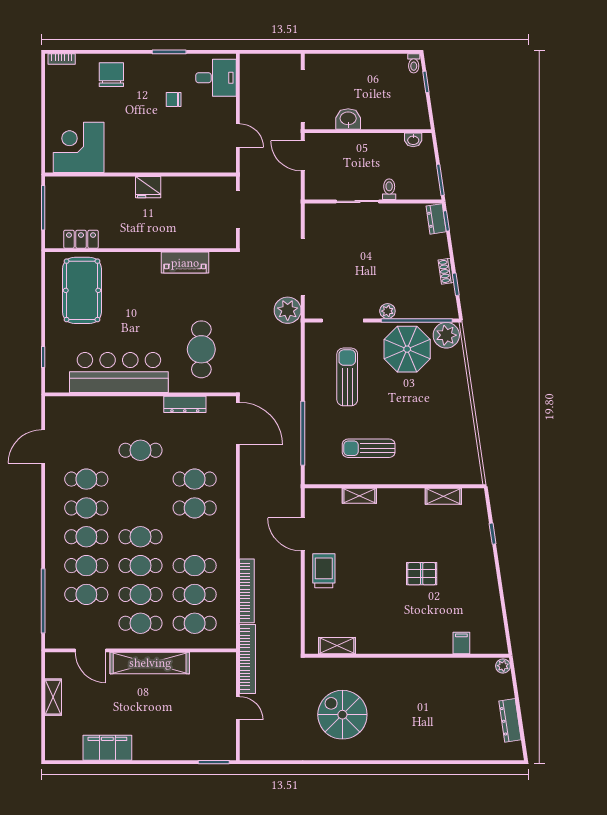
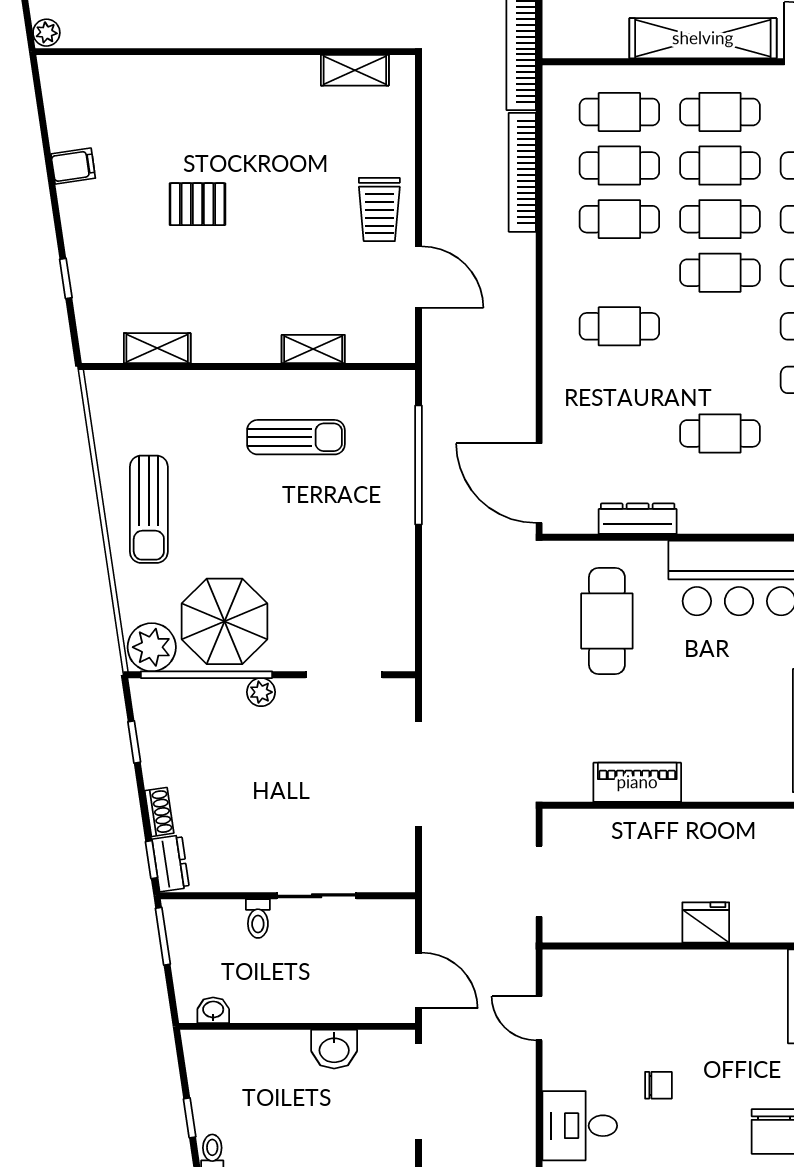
shoe rack: (446, 271) -> (159, 812), moved
plant: (288, 310) -> (447, 694), removed
sun lounger: (347, 377) -> (149, 509), moved
cafe table: (195, 479) -> (619, 380), removed
filing cabinet: (461, 643) -> (73, 166), moved, turned -98

